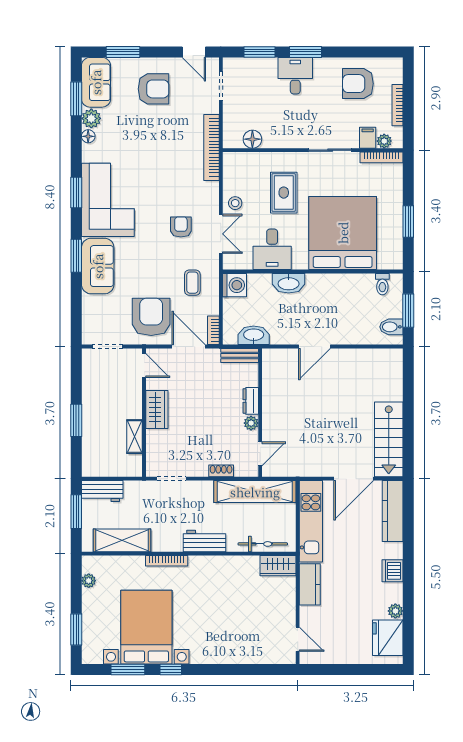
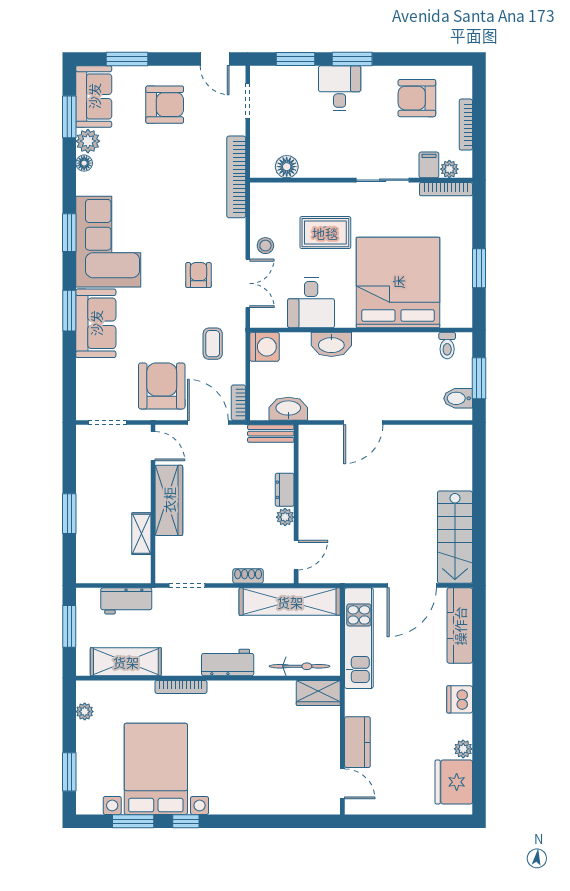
rug: (284, 193) -> (325, 233), turned 90
wardrobe: (157, 410) -> (169, 500), width x1.50
workbench: (102, 491) -> (126, 601), moved
kitchen counter: (310, 584) -> (357, 742), moved

